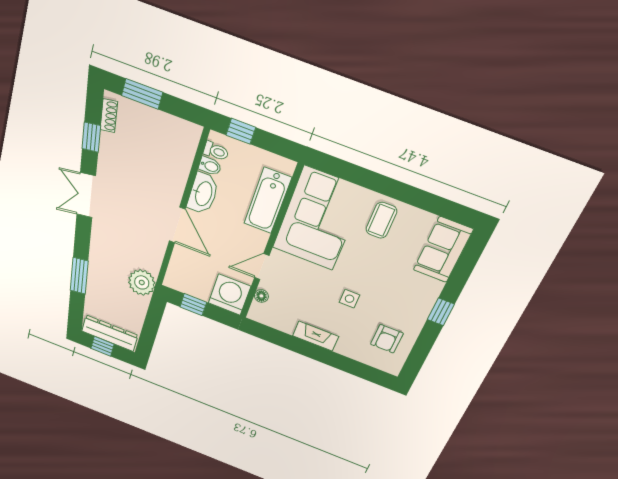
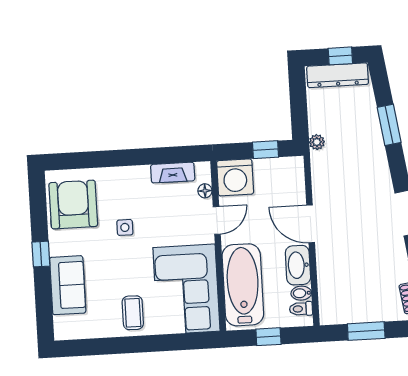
window: (142, 94) -> (366, 331), moved
window: (241, 131) -> (268, 337), moved
bathtub: (268, 201) -> (243, 285), width x1.36, depth x1.36
sofa: (443, 250) -> (68, 285), moved
plant: (142, 282) -> (317, 142), width x0.53, depth x0.53
fireplace: (316, 336) -> (173, 173), moved
armchair: (387, 339) -> (73, 205), width x1.88, depth x1.88

